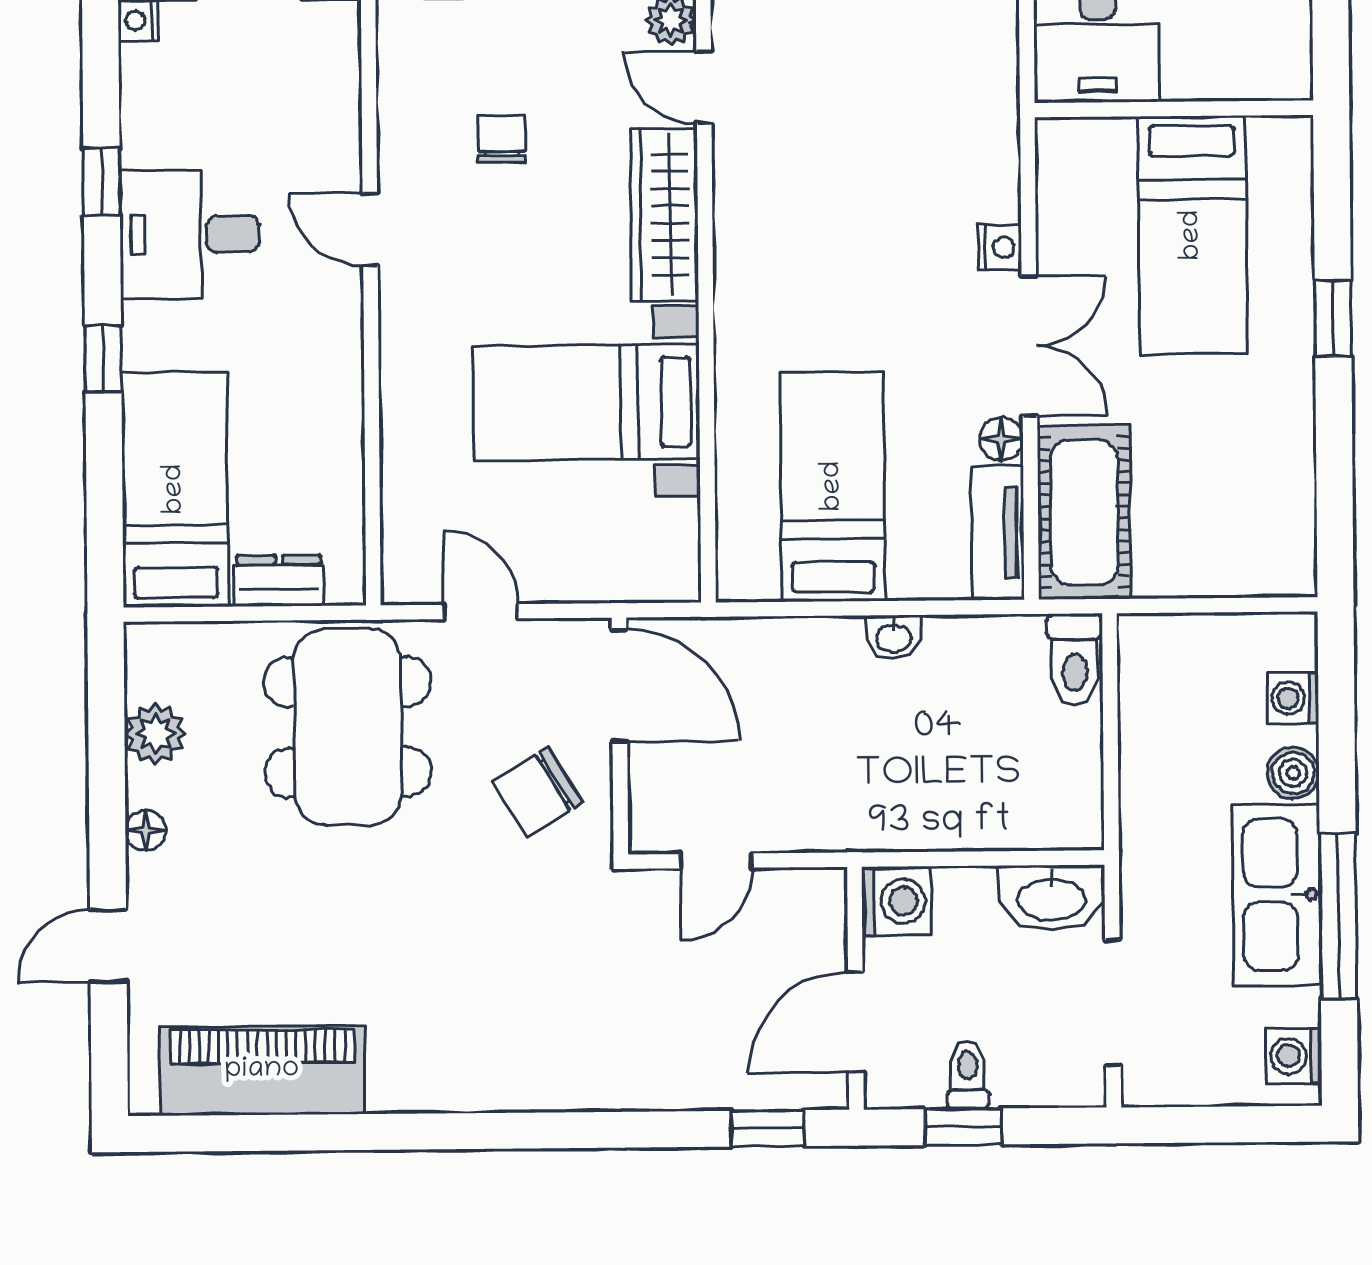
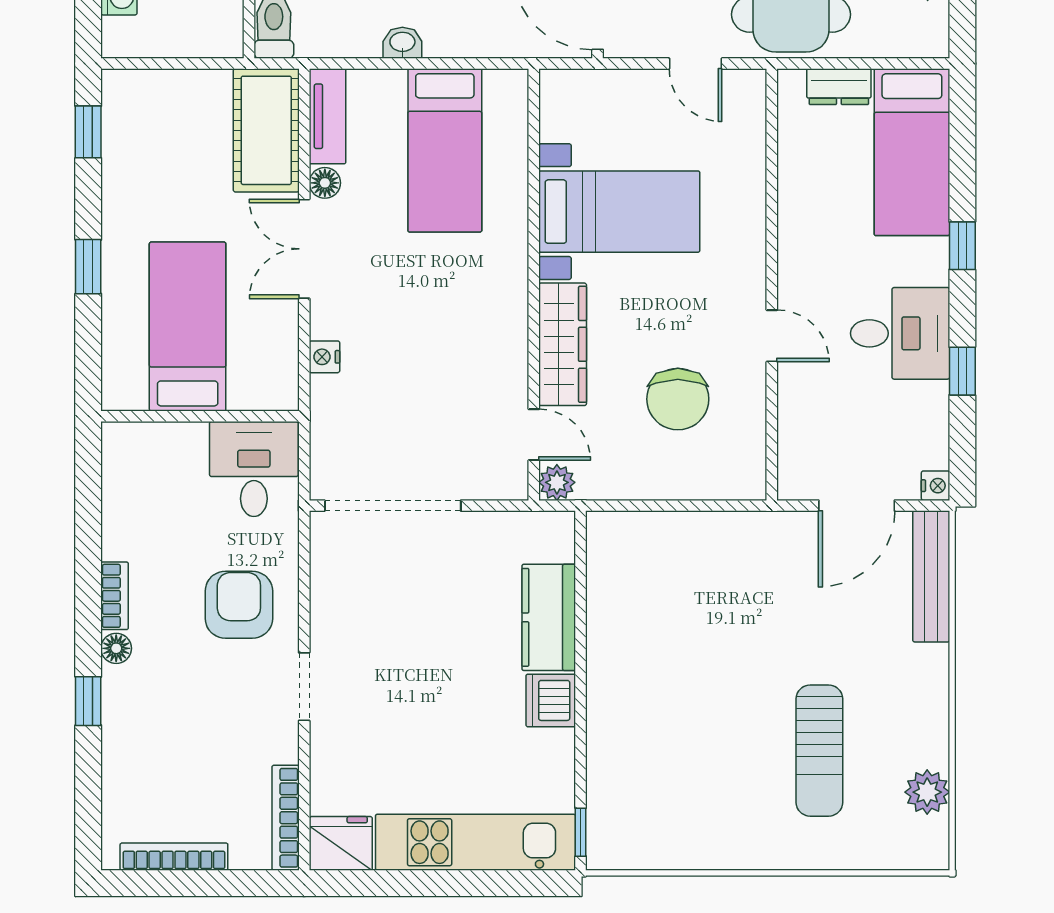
chair: (502, 139) -> (678, 399), width x1.87, depth x1.87
nightstand: (1000, 247) -> (324, 357), moved
window: (1335, 508) -> (88, 132), added

